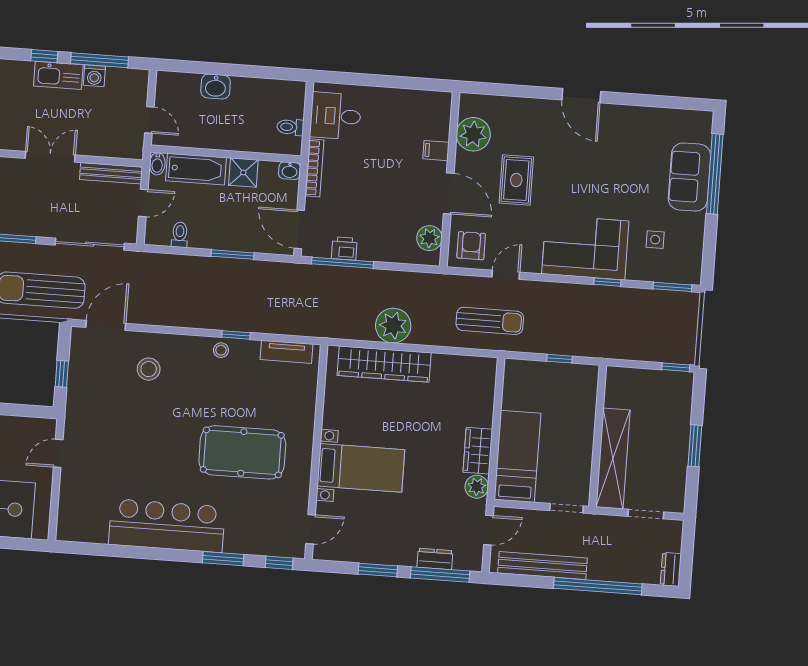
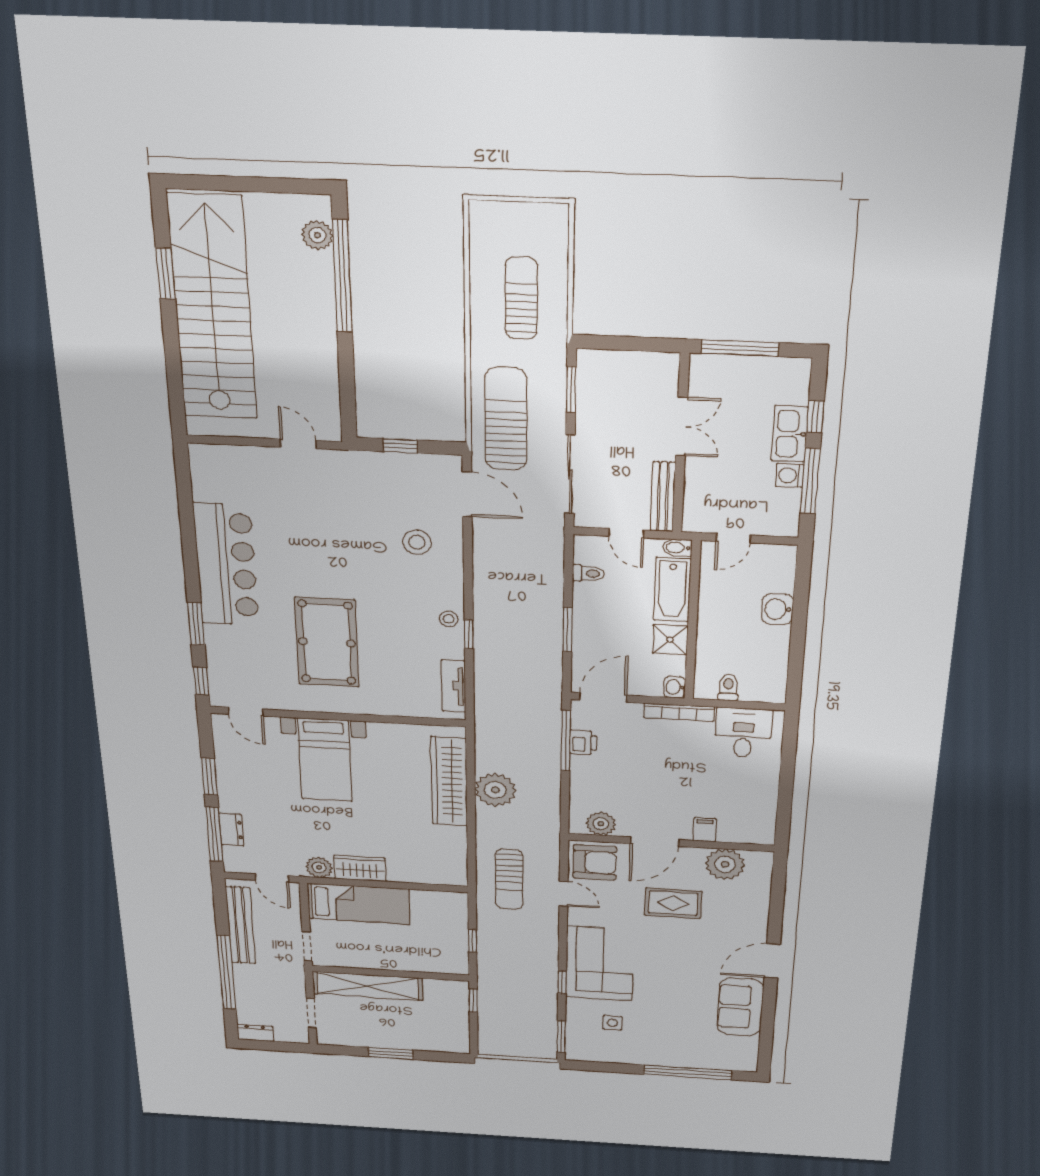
sofa: (689, 177) -> (740, 1007), moved, turned -90
armchair: (471, 246) -> (595, 862), width x1.38, depth x1.38
window: (676, 367) -> (473, 1001), moved

